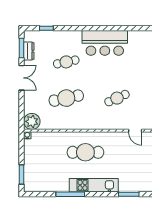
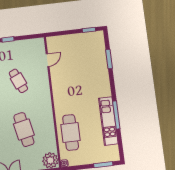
cafe table: (85, 152) -> (71, 132), moved
kitchen unit: (94, 185) -> (108, 121), moved

